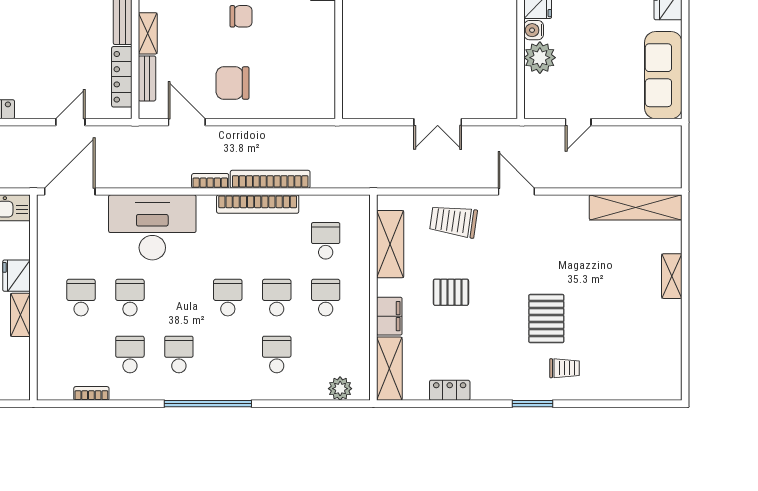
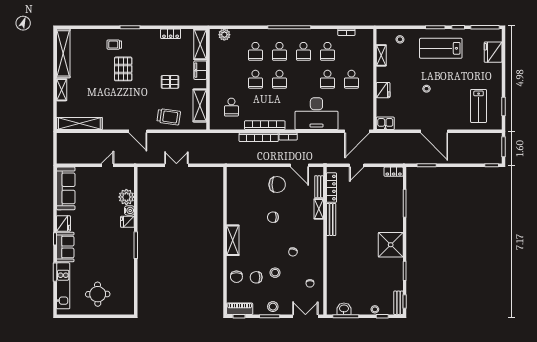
school desk: (326, 298) -> (279, 51), moved
shelving: (20, 315) -> (381, 55), moved
shelving: (668, 350) -> (63, 53), added

